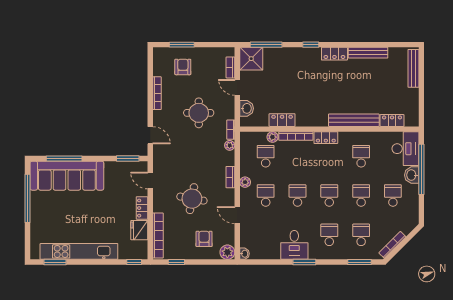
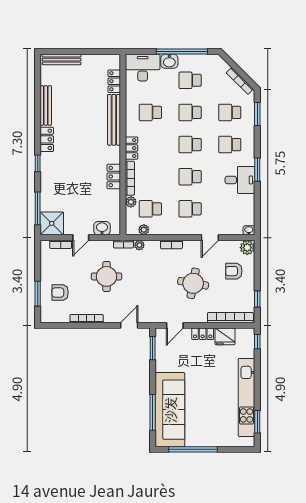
locker: (282, 120) -> (114, 176), moved
window: (421, 169) -> (182, 52), moved
plant: (245, 182) -> (144, 230), moved

